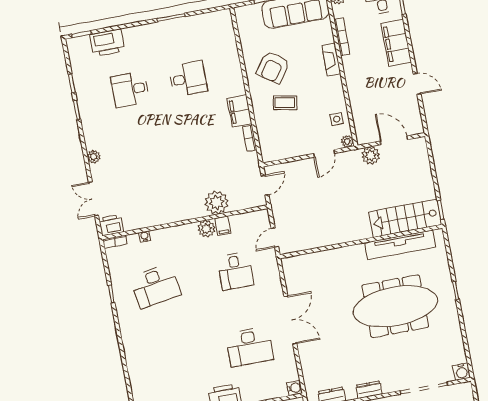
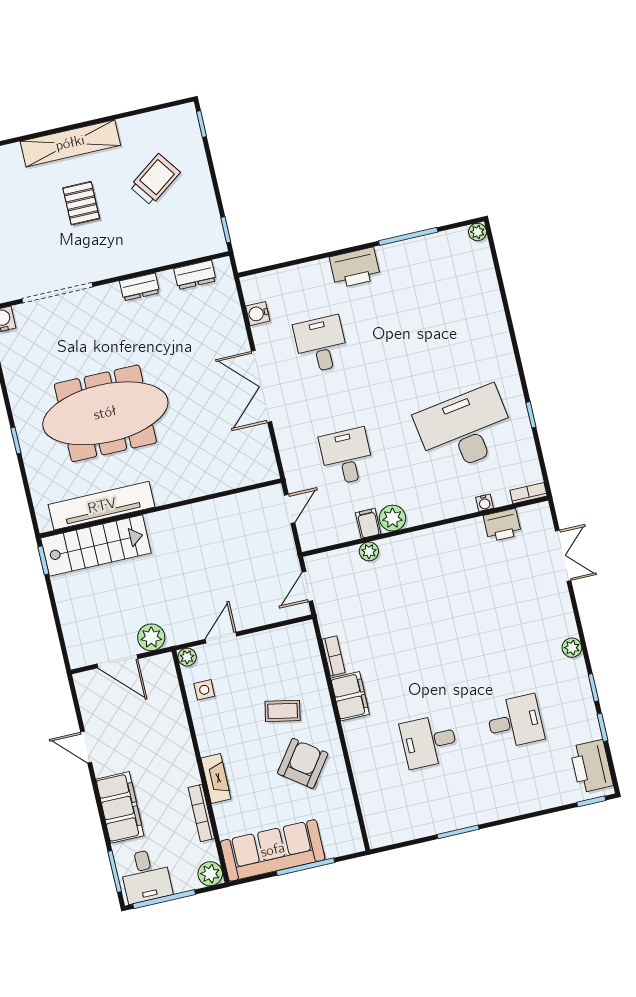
printer: (107, 43) -> (591, 766), moved, turned -90
plant: (94, 157) -> (572, 648), moved
plant: (217, 203) -> (369, 551), width x0.53, depth x0.53
printer: (111, 225) -> (502, 525), moved
desk: (156, 286) -> (465, 429), width x1.36, depth x1.30
desk: (250, 347) -> (321, 344), width x0.73
water cooler: (294, 388) -> (258, 314), moved

